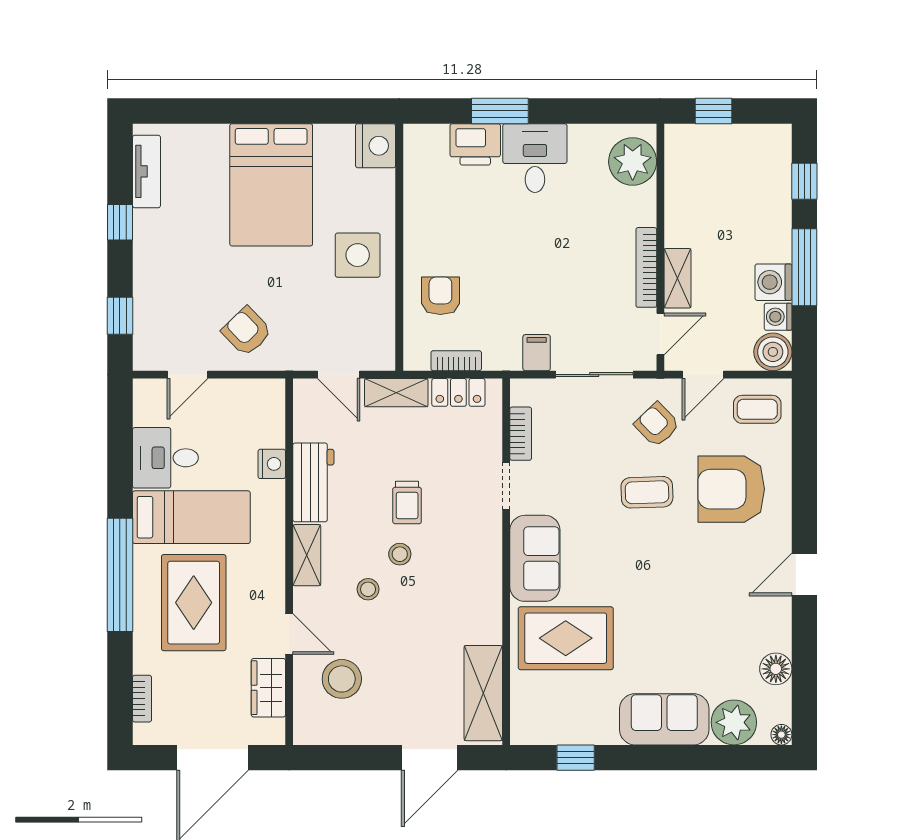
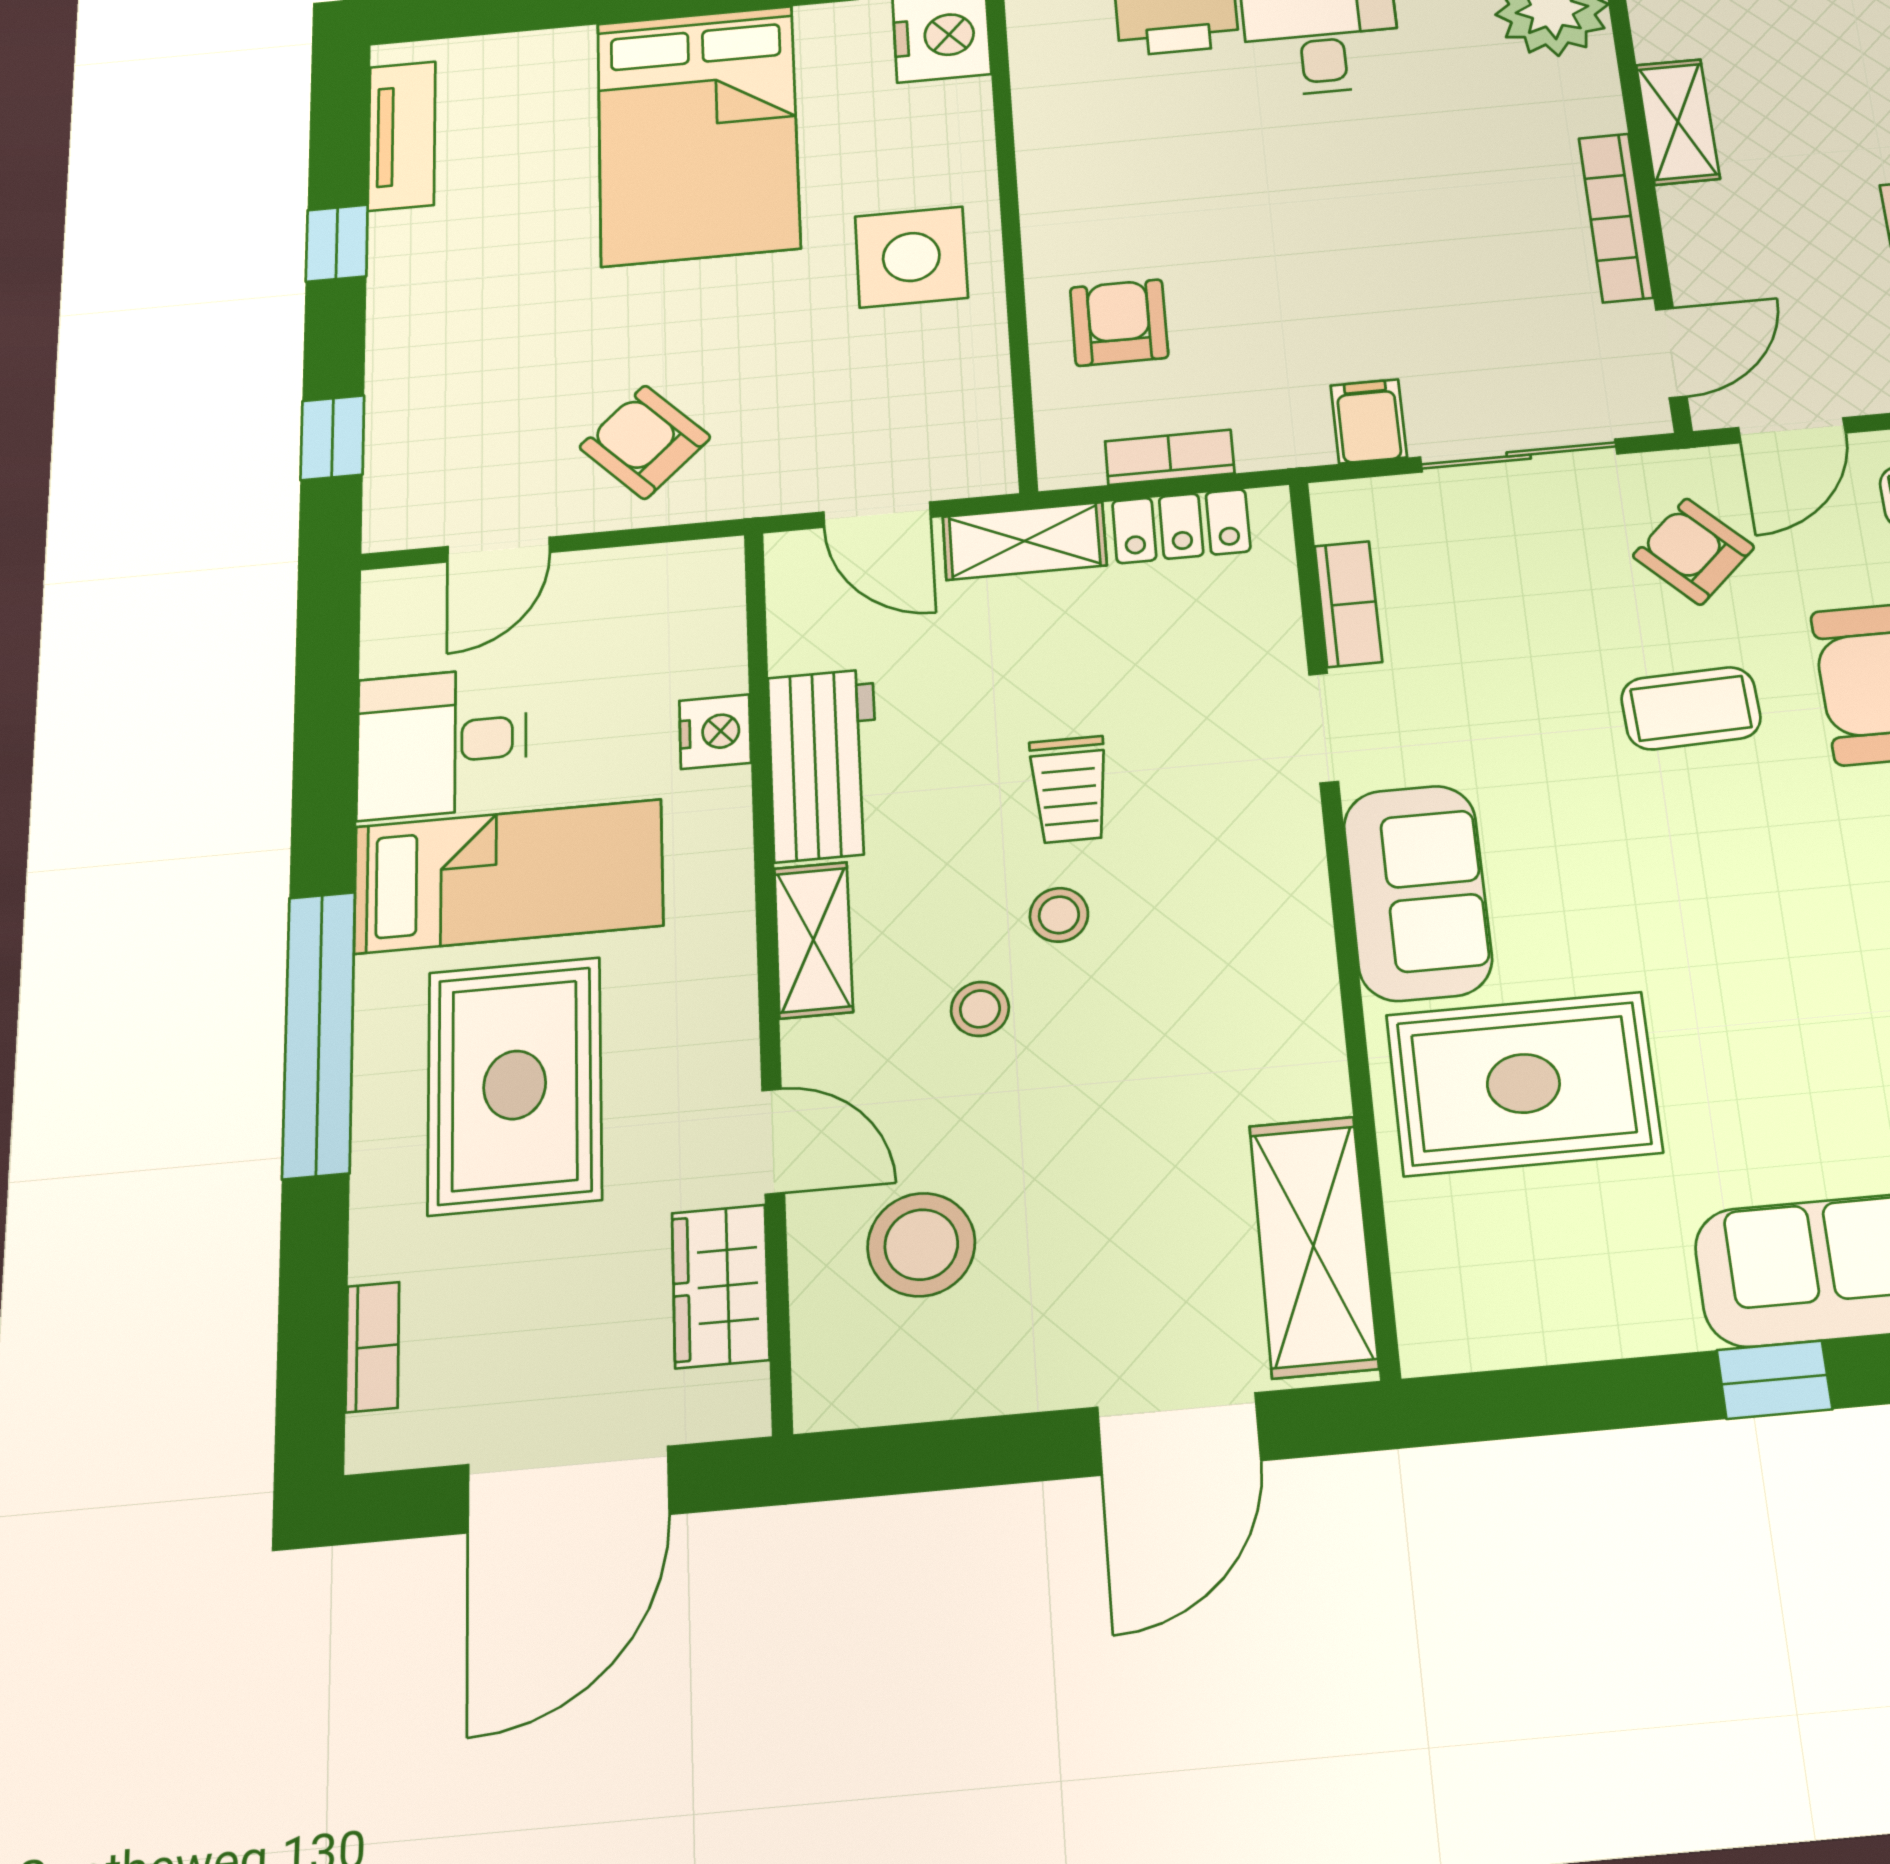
shelving: (678, 278) -> (1678, 122), moved
window: (576, 758) -> (1774, 1380), moved

